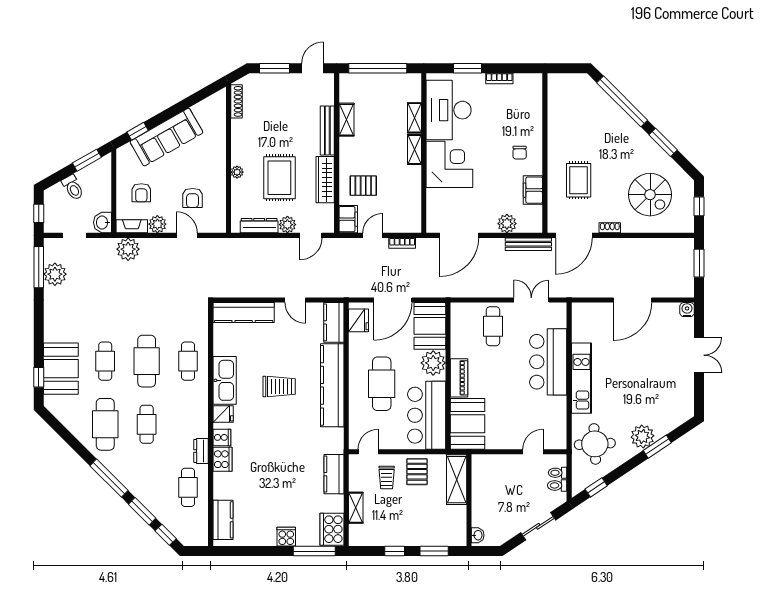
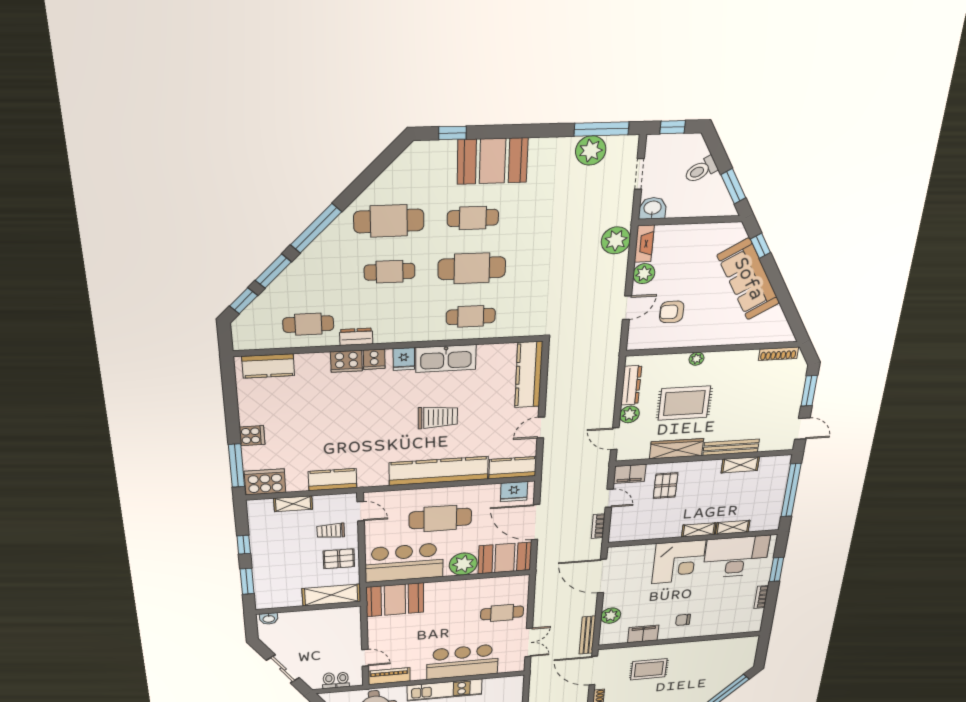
armchair: (141, 193) -> (685, 253), removed
booth: (61, 369) -> (493, 161), moved
piano: (459, 378) -> (389, 676), moved, turned 180
trolley: (279, 386) -> (438, 417), turned -90

